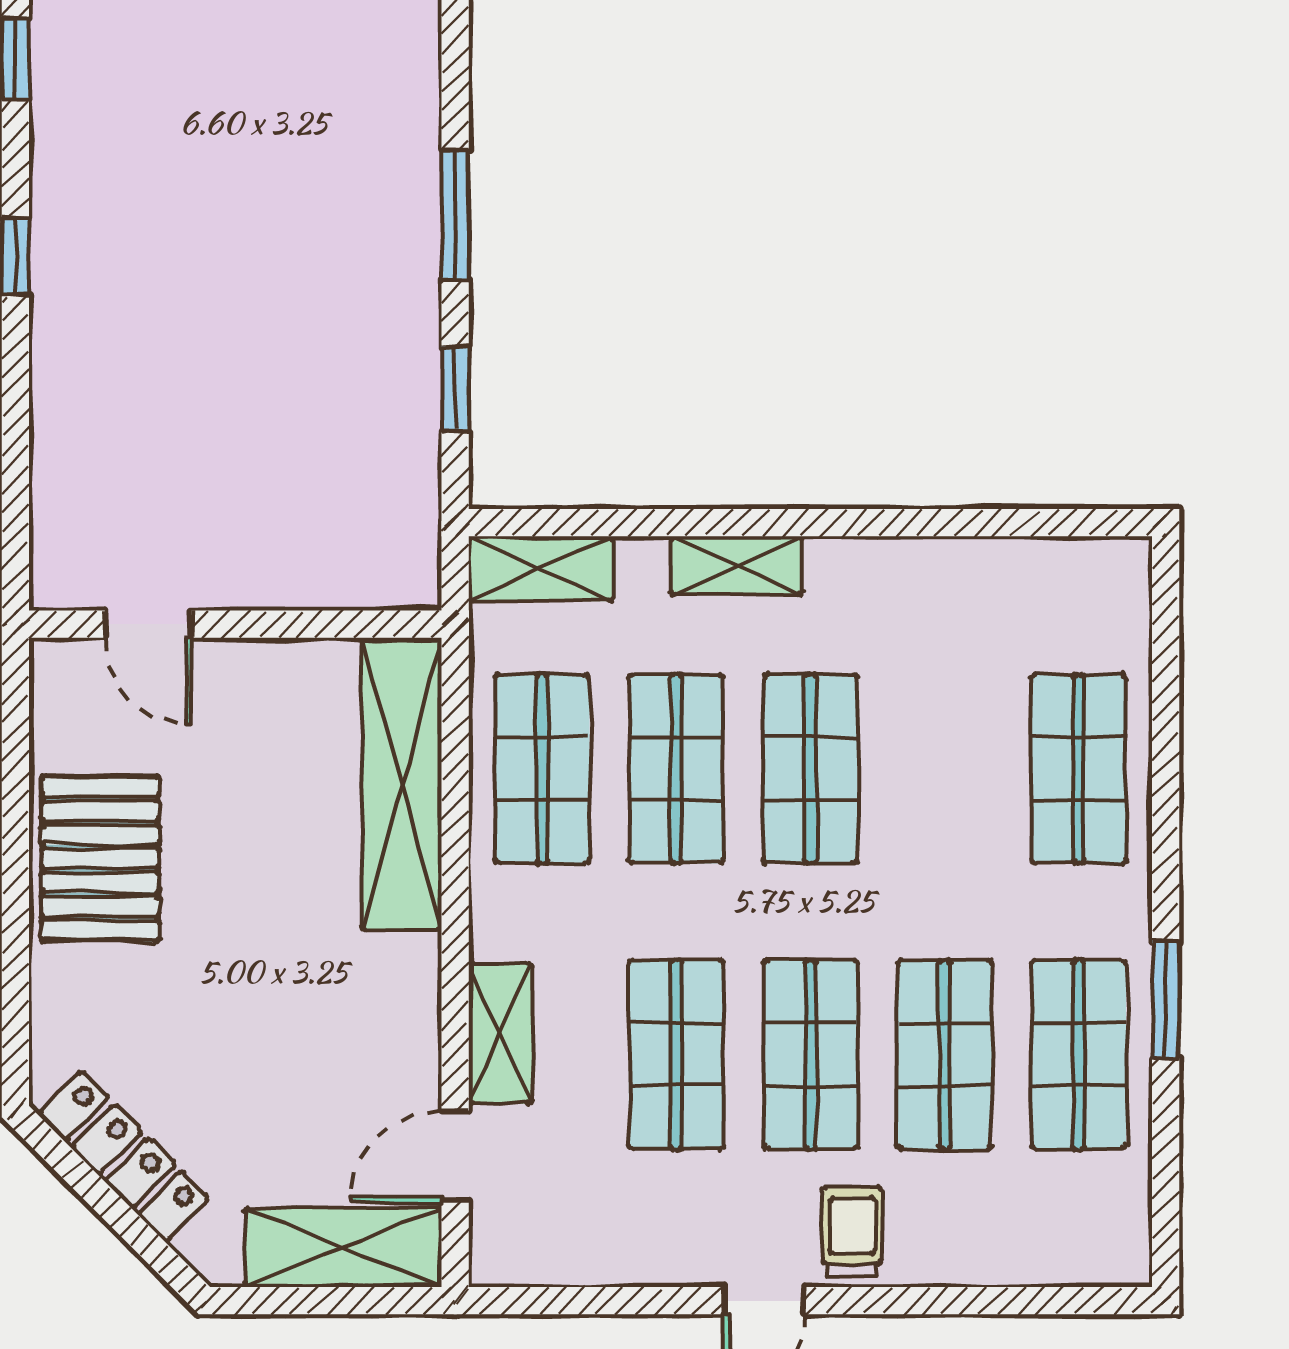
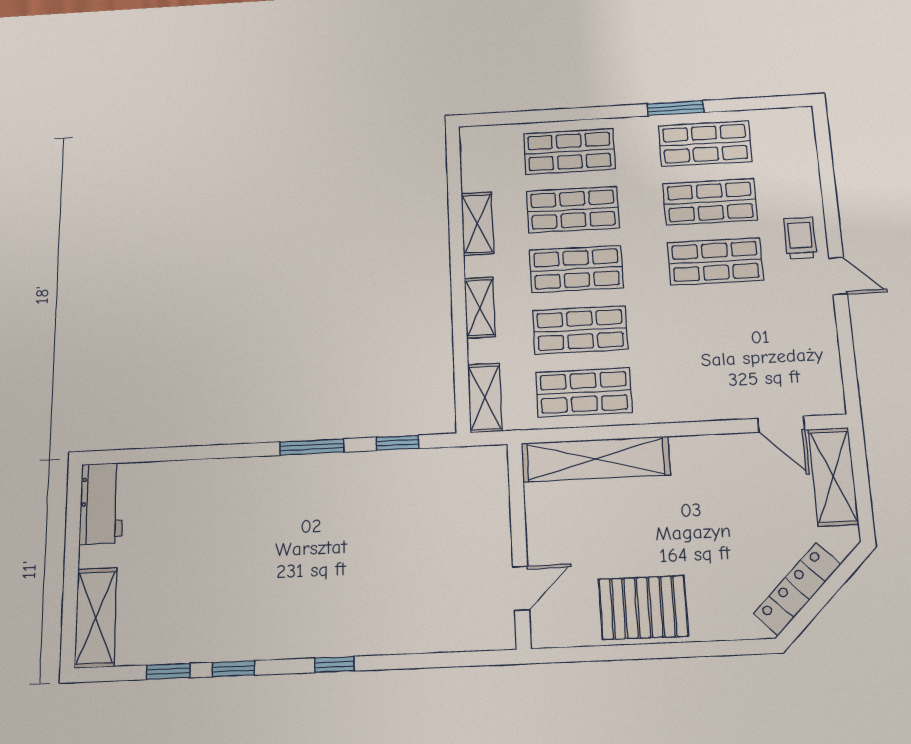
shelving: (500, 1033) -> (477, 224), moved, turned 90
shop shelf: (676, 1055) -> (573, 210), moved
trolley: (852, 1232) -> (800, 238), turned 90

